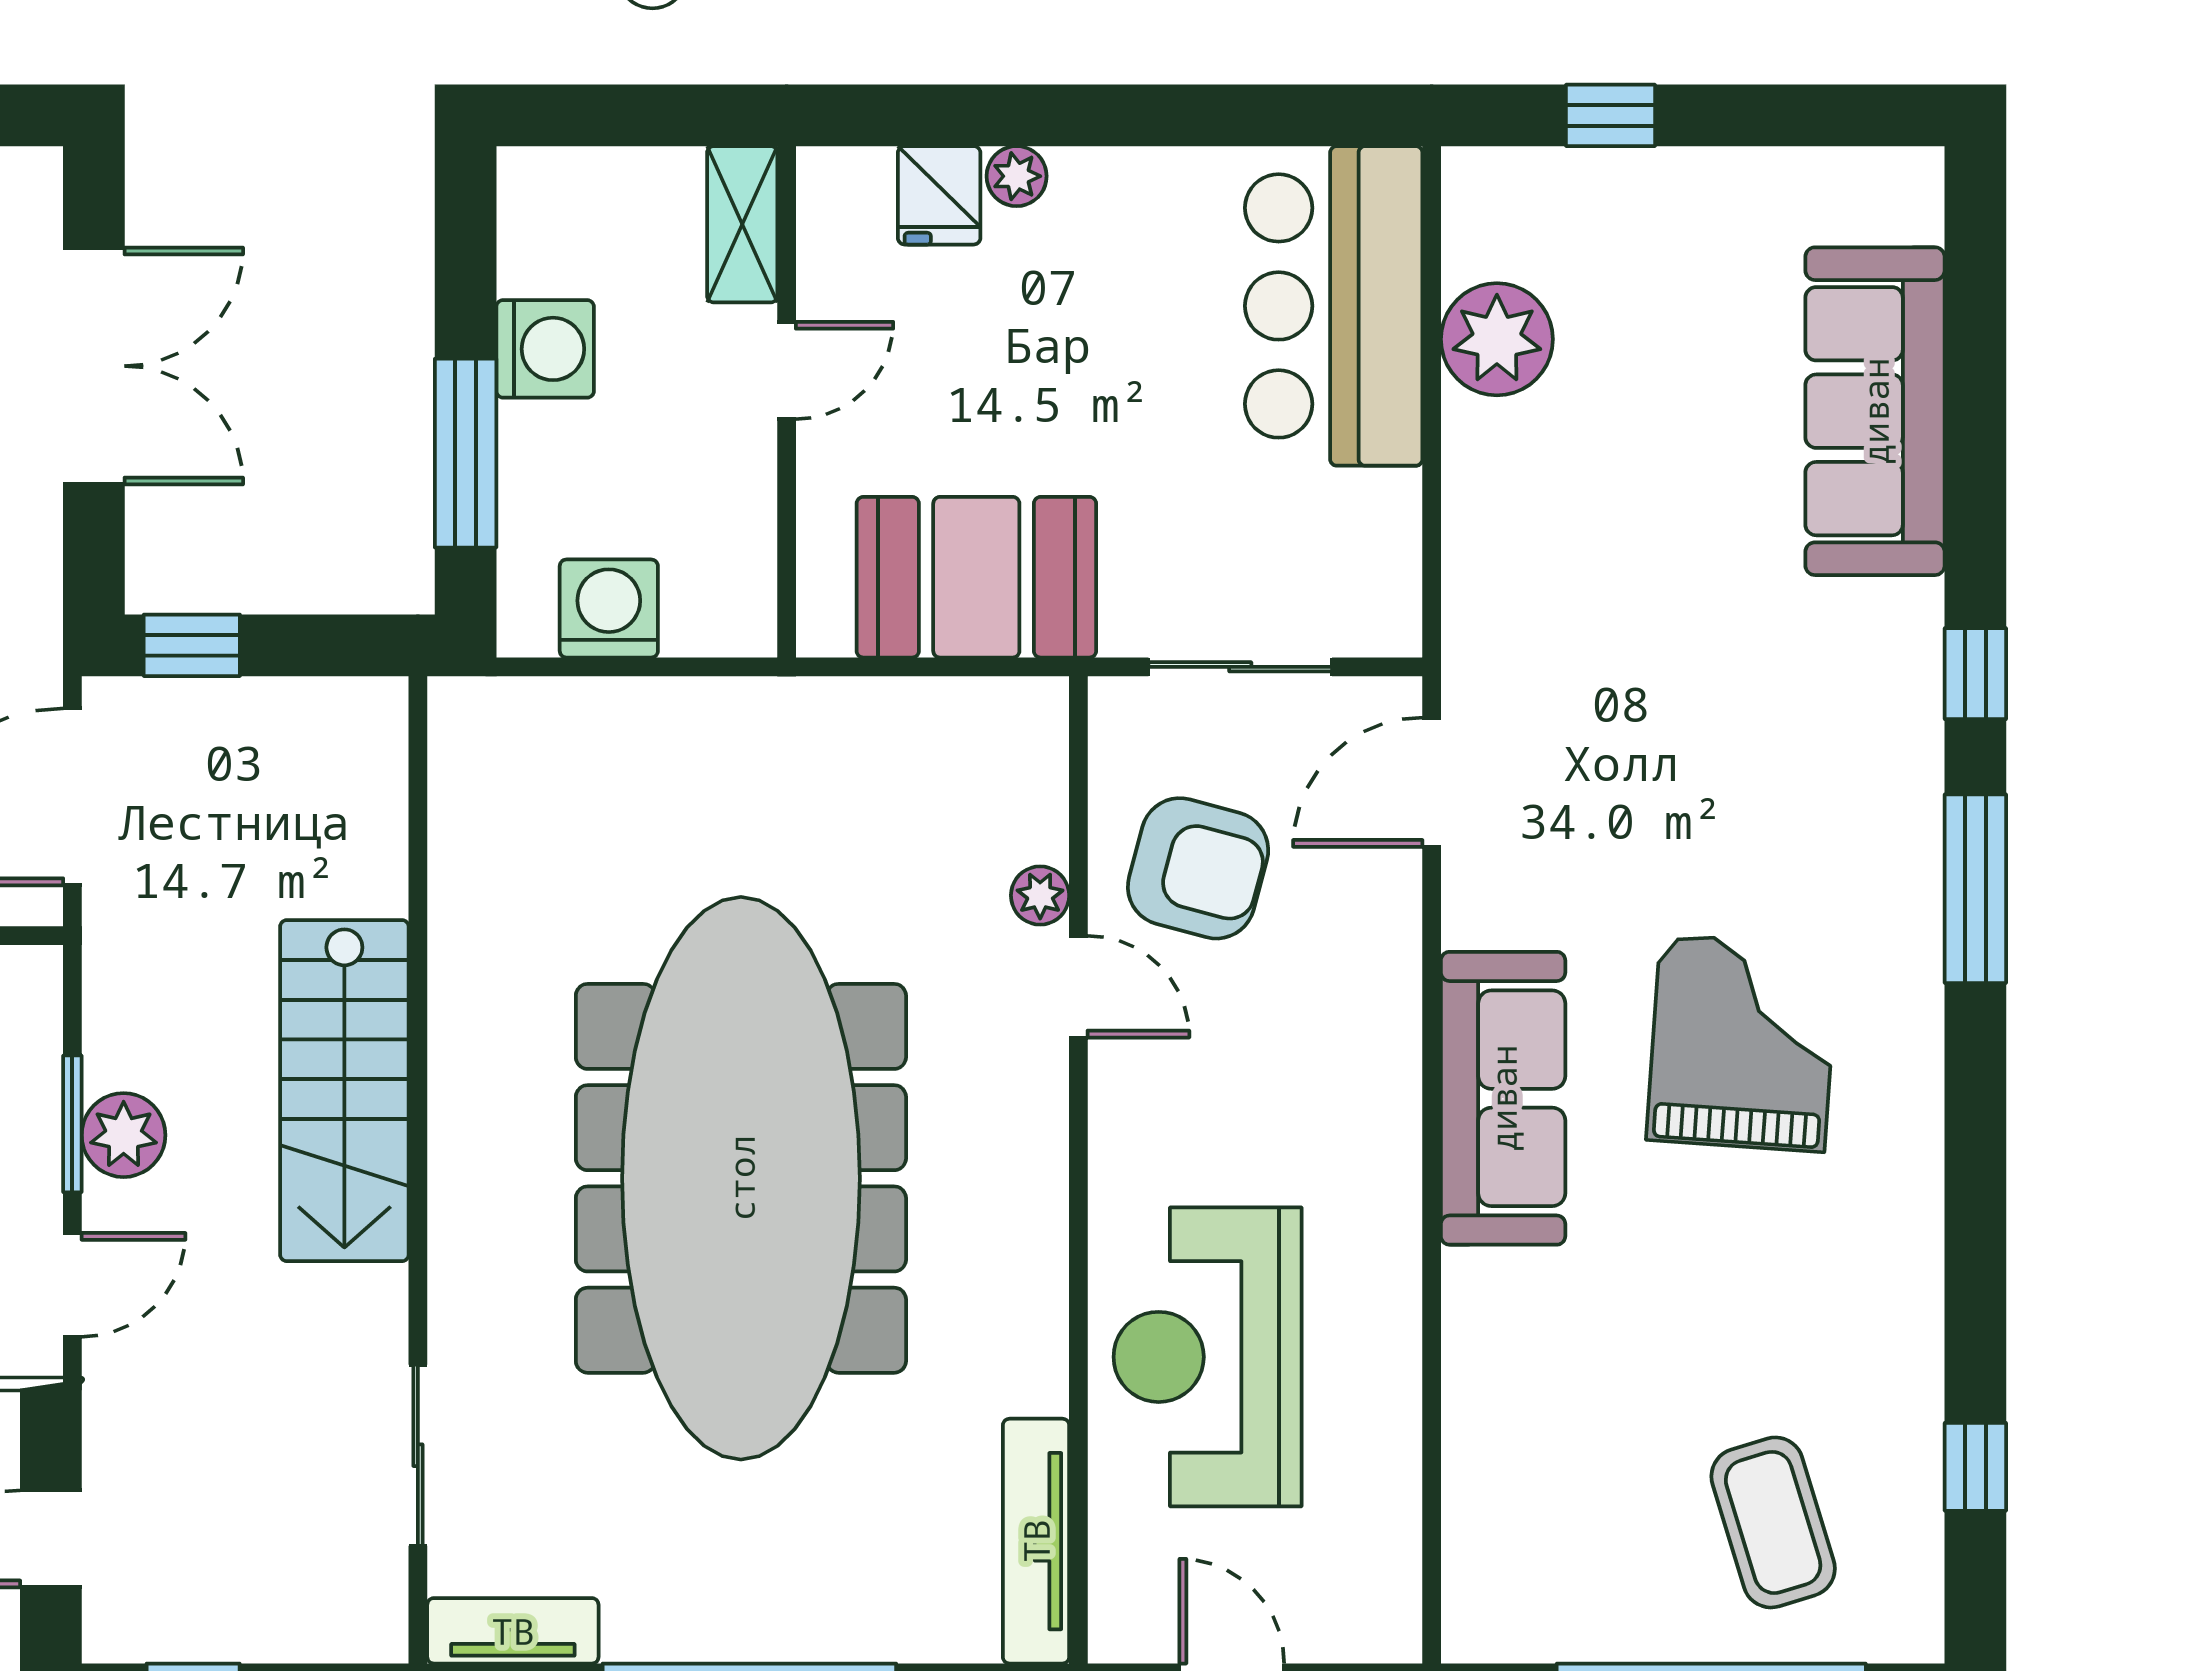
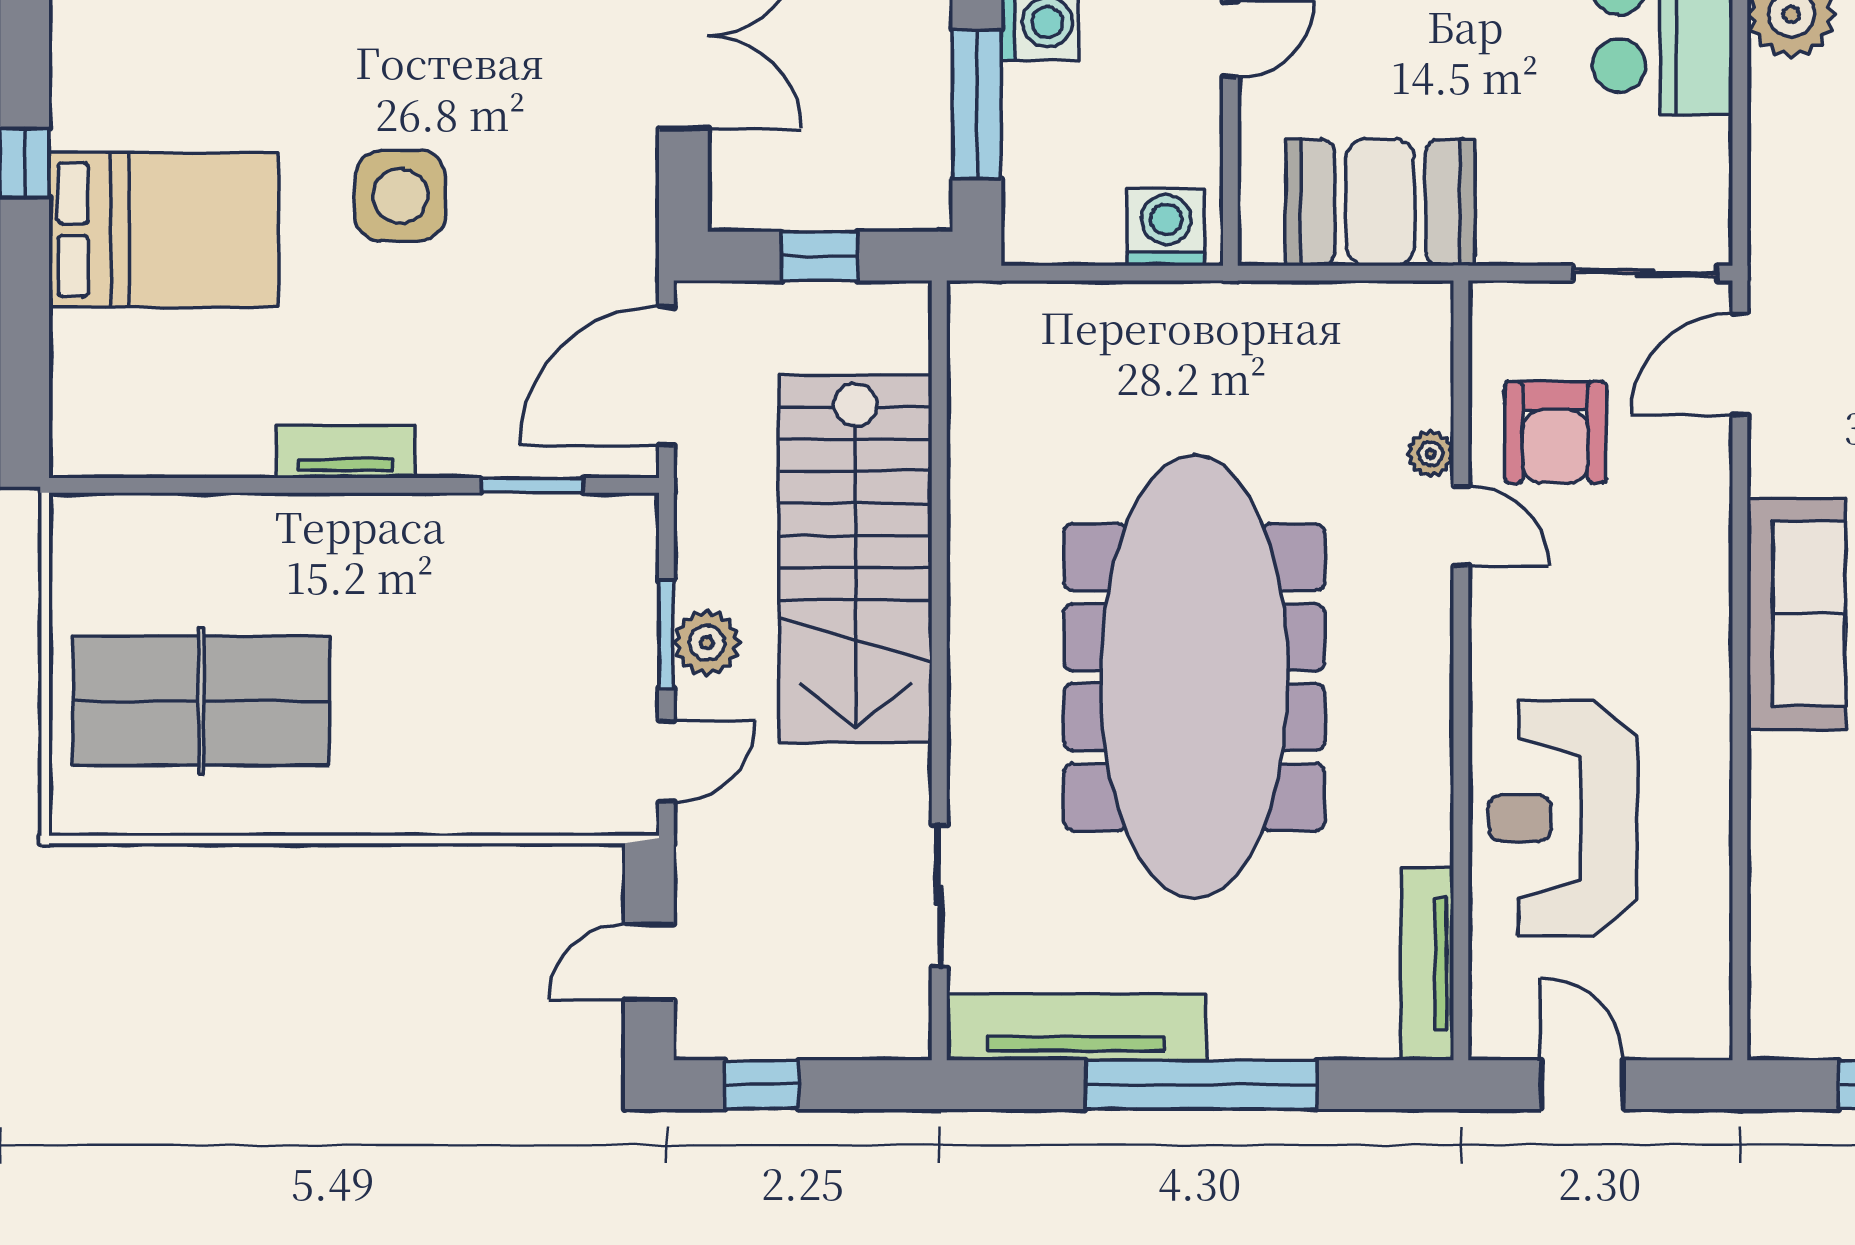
washing machine: (609, 609) -> (1166, 227), moved
window: (192, 645) -> (820, 256), moved
sliding door: (1240, 667) -> (1645, 273), moved
armchair: (1198, 868) -> (1555, 432), turned 75
stairs: (344, 1091) -> (855, 559), width x1.36, depth x1.51
tv unit: (513, 1631) -> (1076, 1027), width x1.92, depth x1.29

